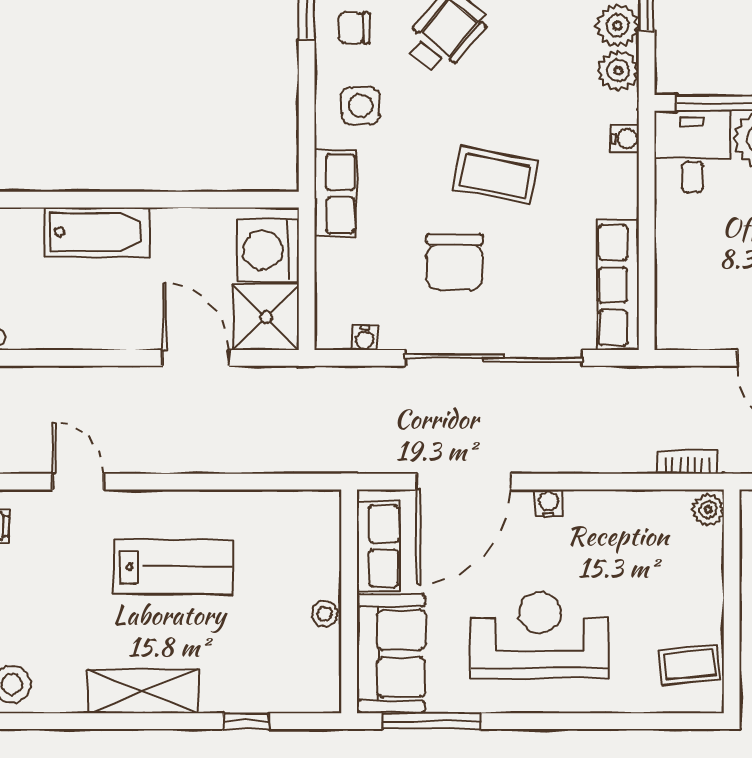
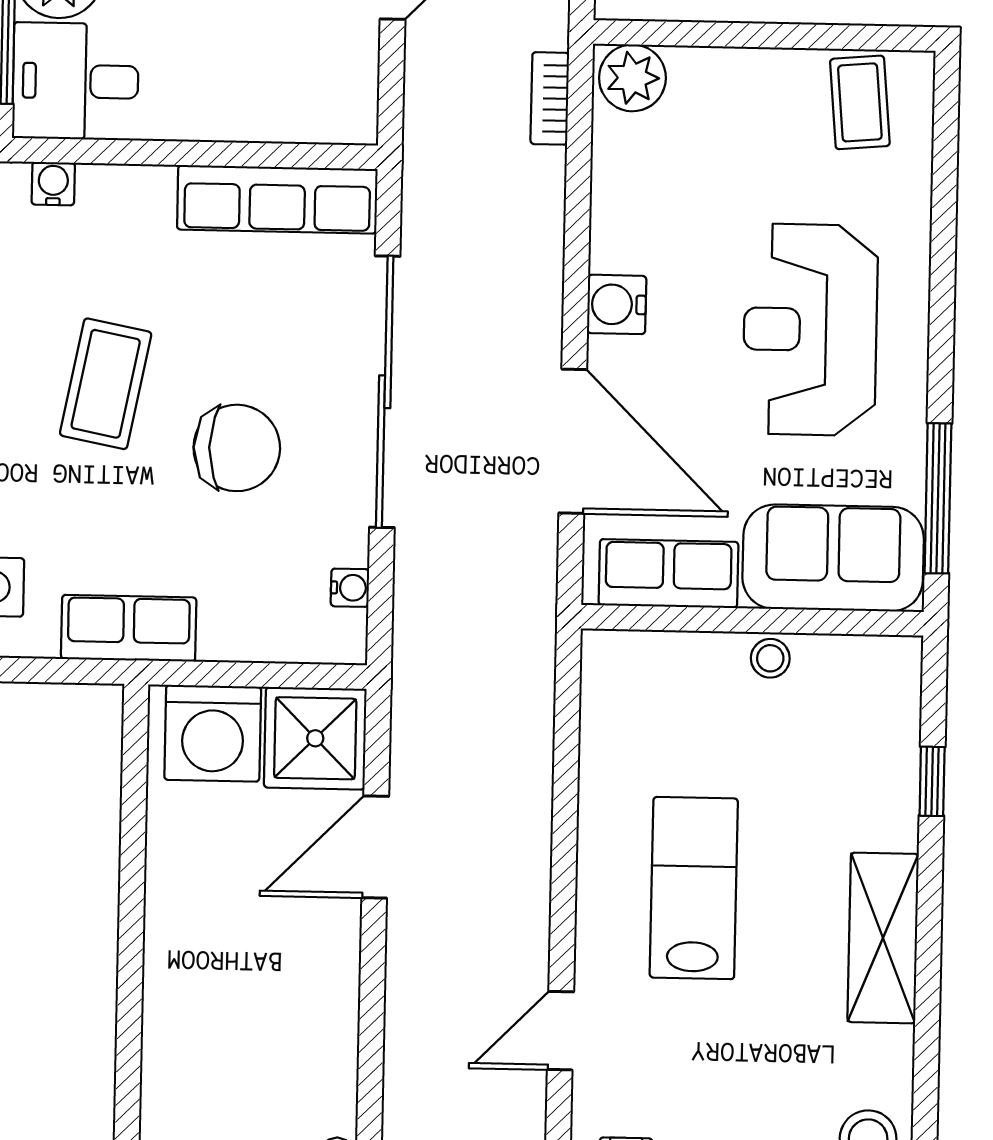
bathtub: (97, 232) -> (179, 993), removed
water cooler: (549, 503) -> (617, 304), width x1.38, depth x1.38
plant: (708, 510) -> (632, 78), width x1.38, depth x1.38

